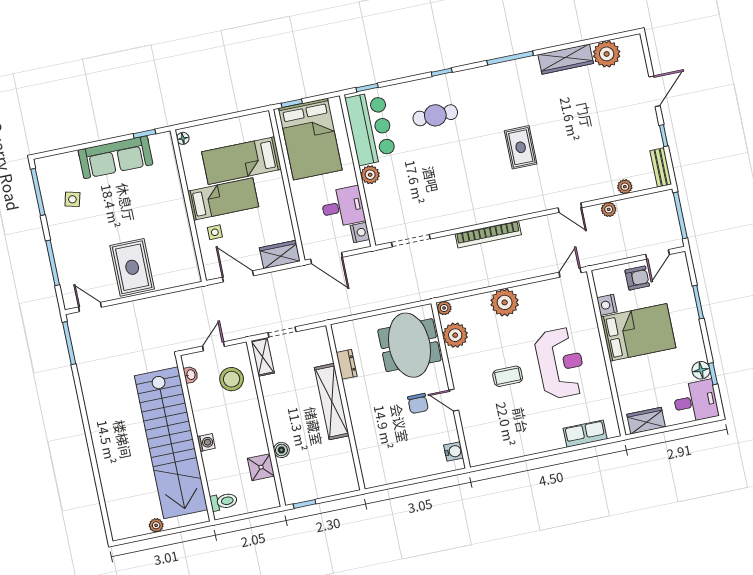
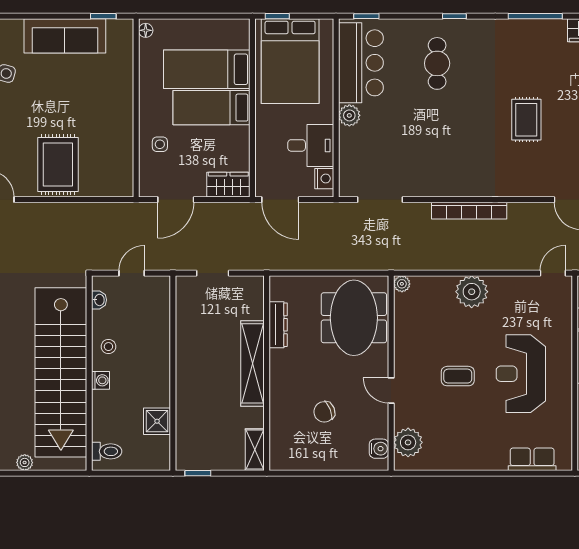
cafe table: (435, 115) -> (437, 63), turned 90
bed: (223, 199) -> (212, 108), moved, turned 180
door: (238, 276) -> (176, 200), swing flipped
plant: (455, 335) -> (408, 442), moved
shelving: (263, 357) -> (255, 450), moved
reception desk: (561, 363) -> (521, 374), turned 180
dresser: (347, 364) -> (278, 325), width x1.44
stool: (232, 379) -> (108, 347), moved, width x0.53, depth x0.53
chair: (418, 403) -> (324, 412), moved, turned 68
boiler: (281, 450) -> (184, 407), removed

